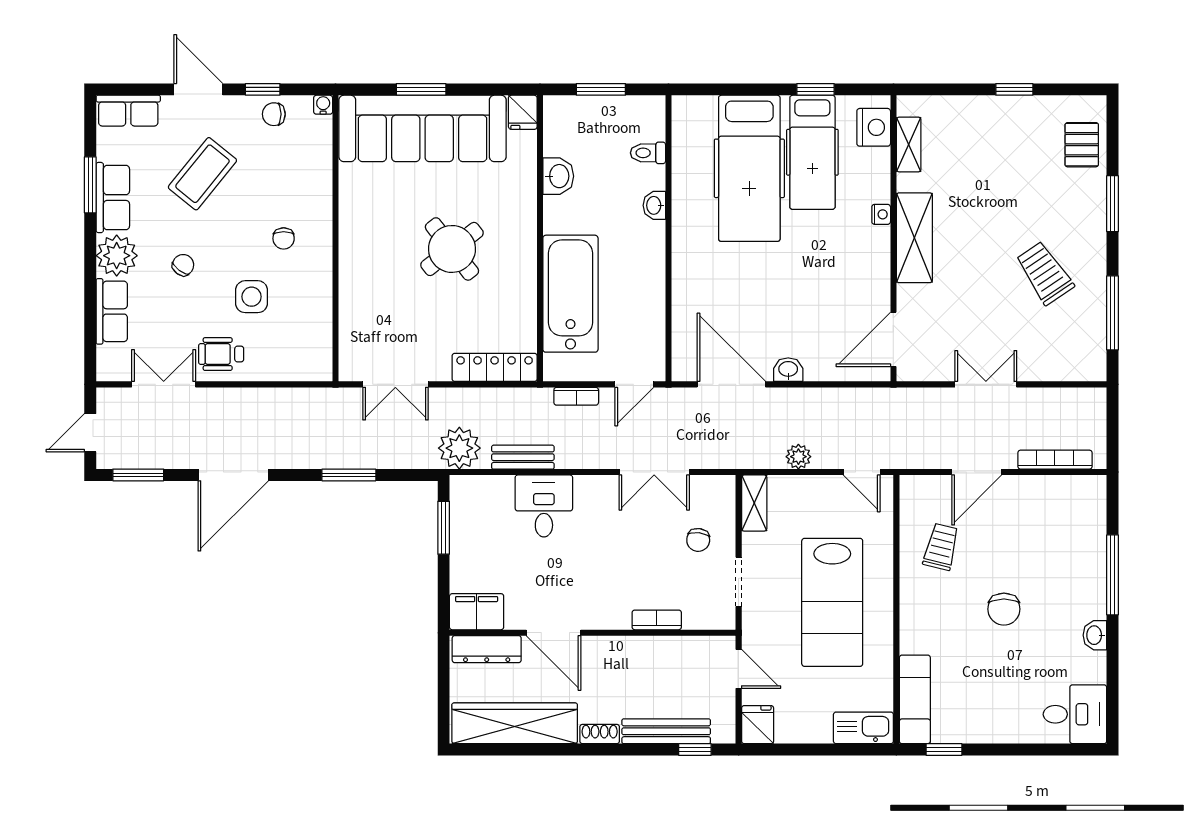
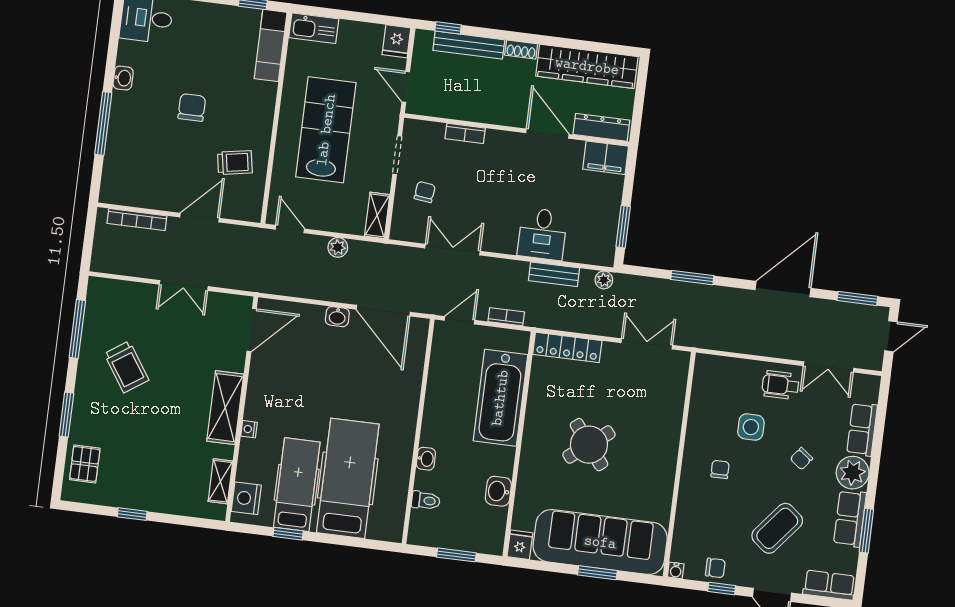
wheelchair: (221, 354) -> (780, 385), turned 180
plant: (459, 448) -> (604, 280), width x0.53, depth x0.53
trolley: (941, 547) -> (235, 163), turned -114

